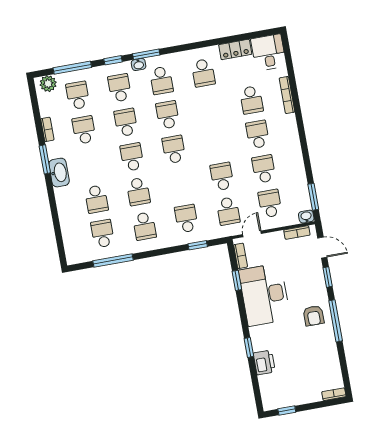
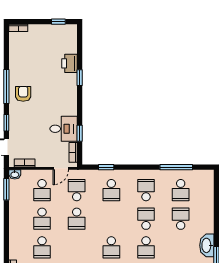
desk: (265, 295) -> (64, 129), width x0.53, depth x0.77

